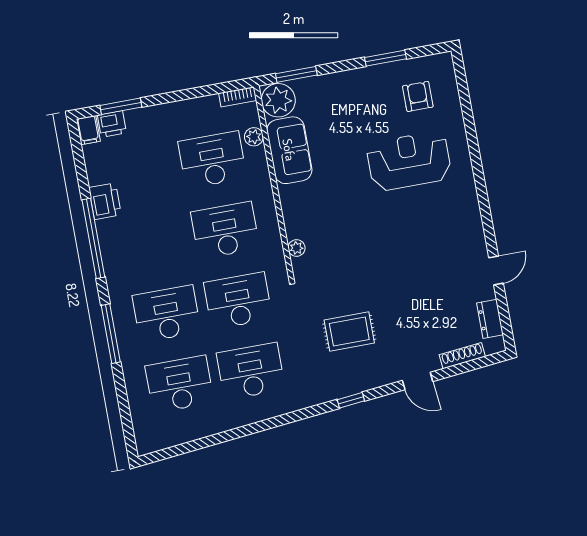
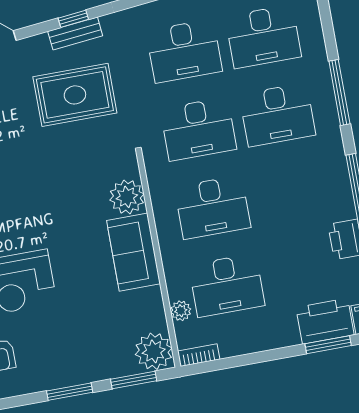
window: (386, 58) -> (70, 392), moved
printer: (112, 124) -> (325, 321), width x1.87, depth x1.48
sofa: (289, 150) -> (133, 252), moved
plant: (297, 248) -> (127, 197), width x1.88, depth x1.88
rug: (349, 332) -> (75, 95), width x1.36, depth x1.43
bench: (349, 387) -> (75, 34), added

